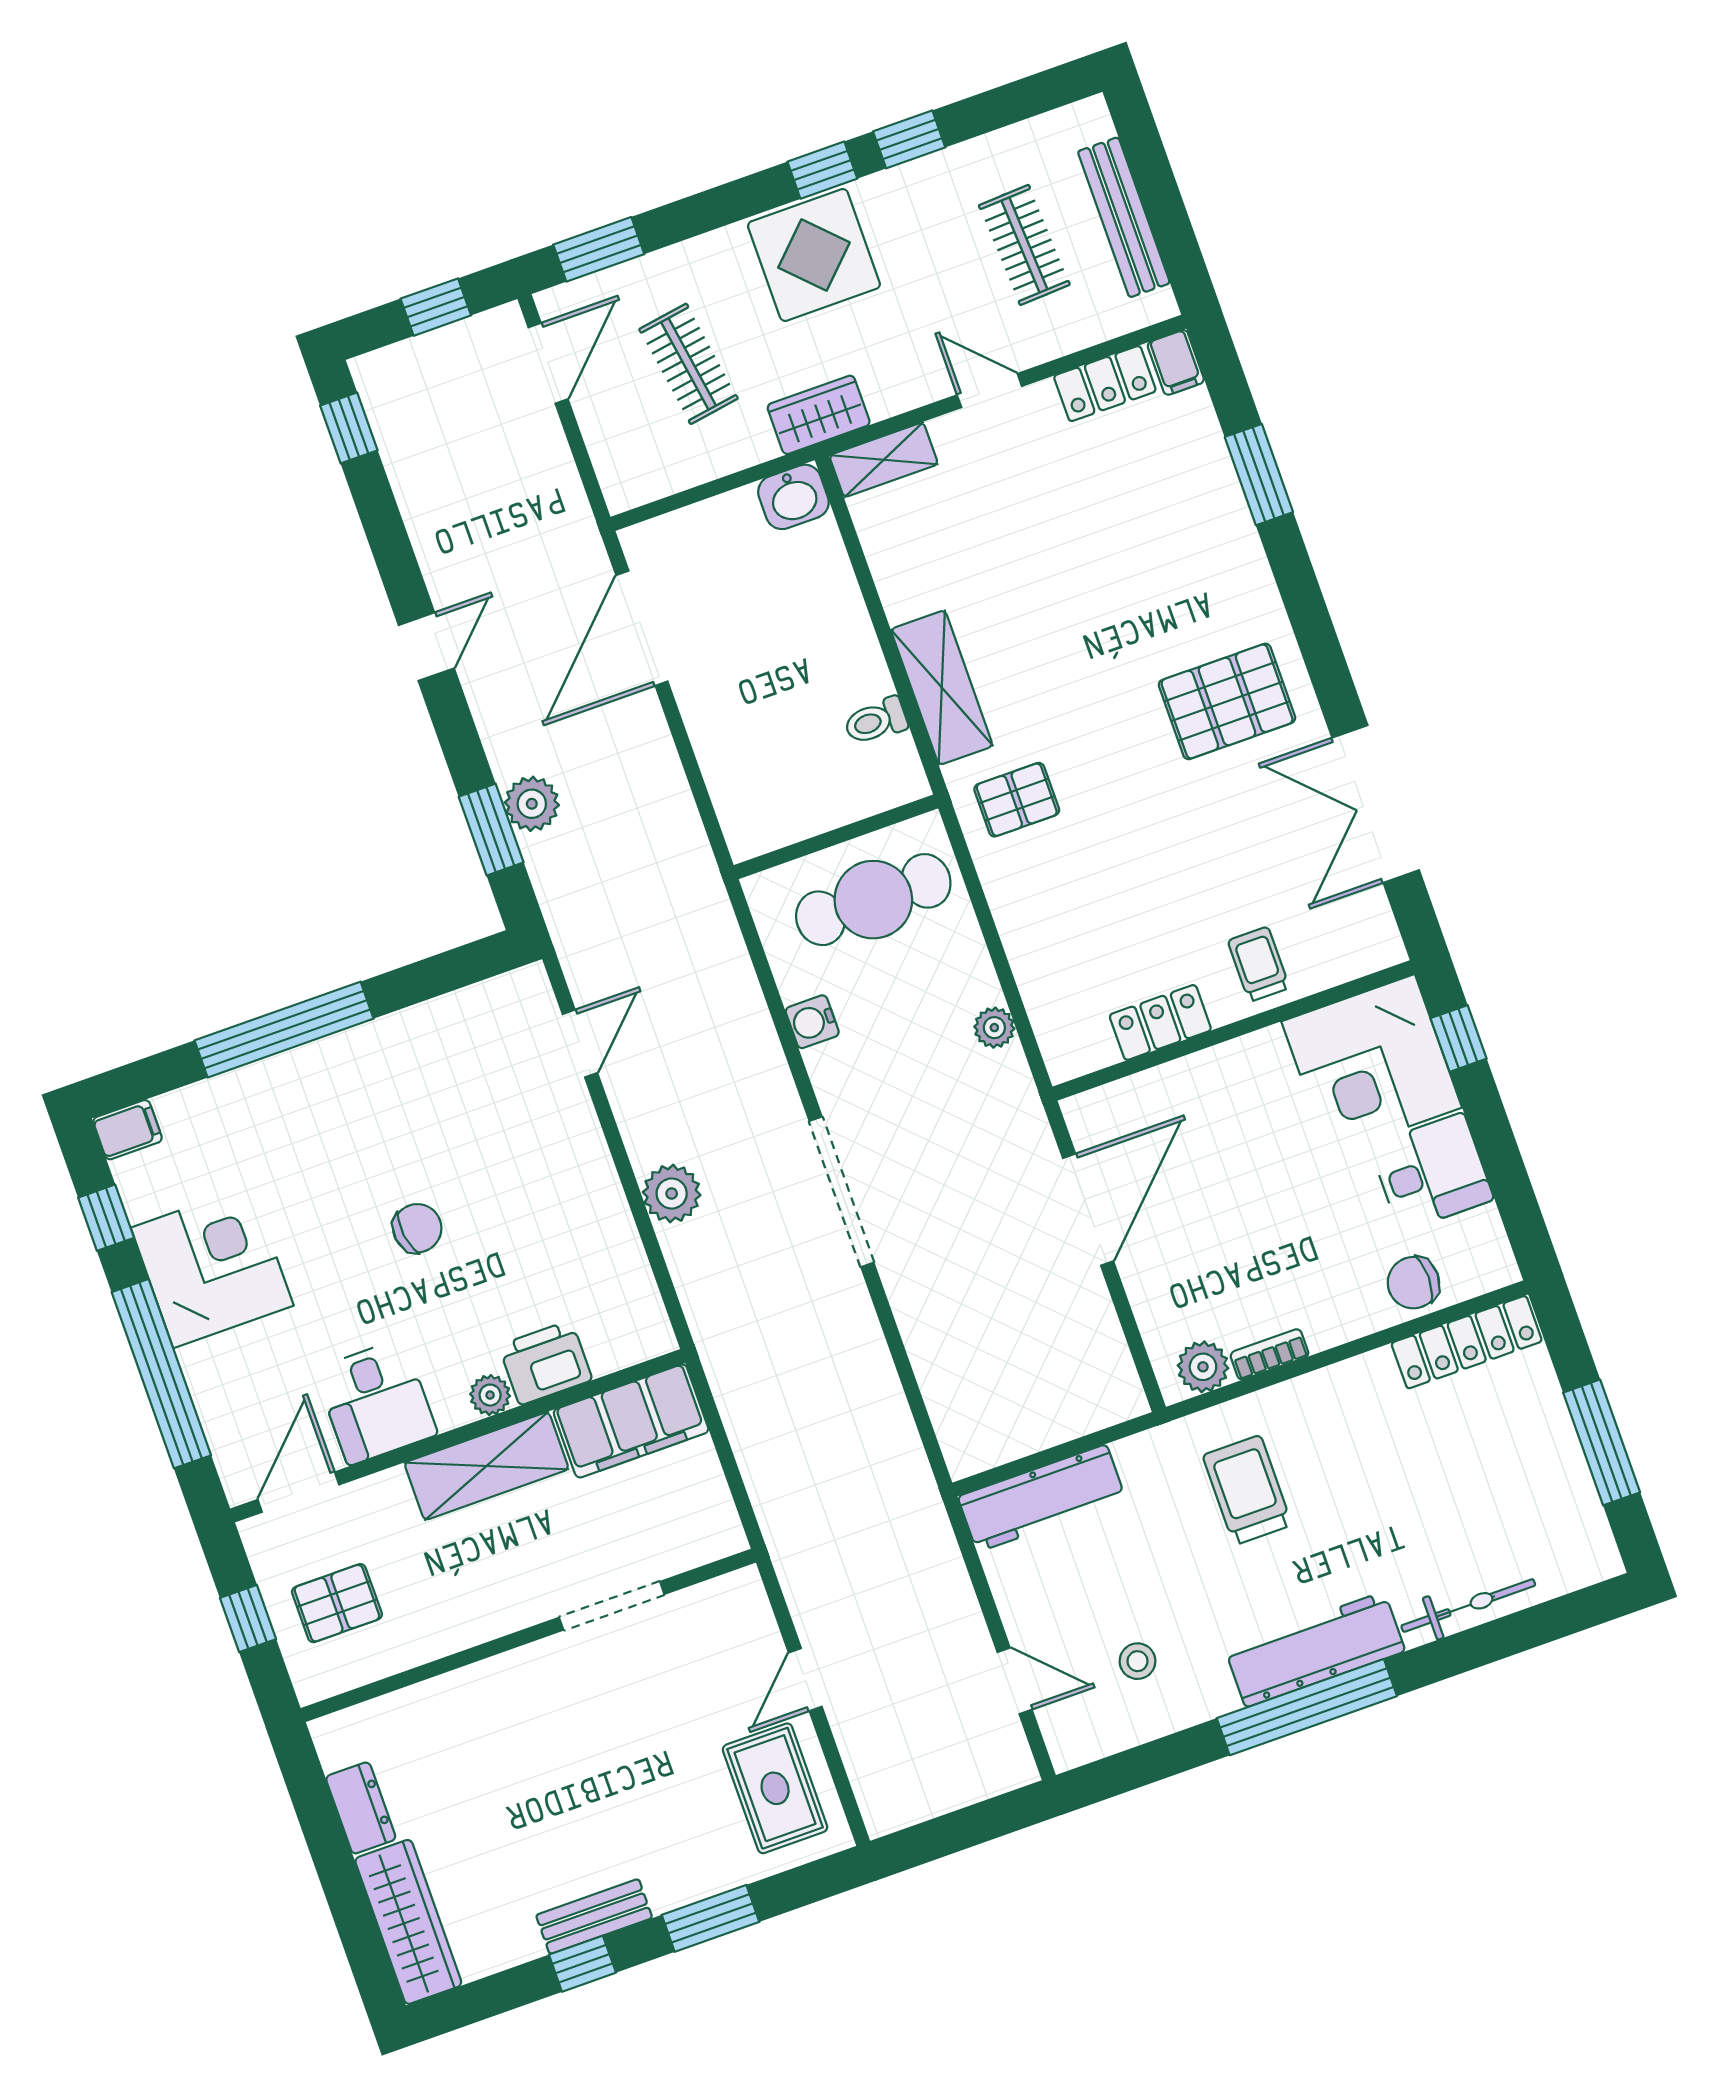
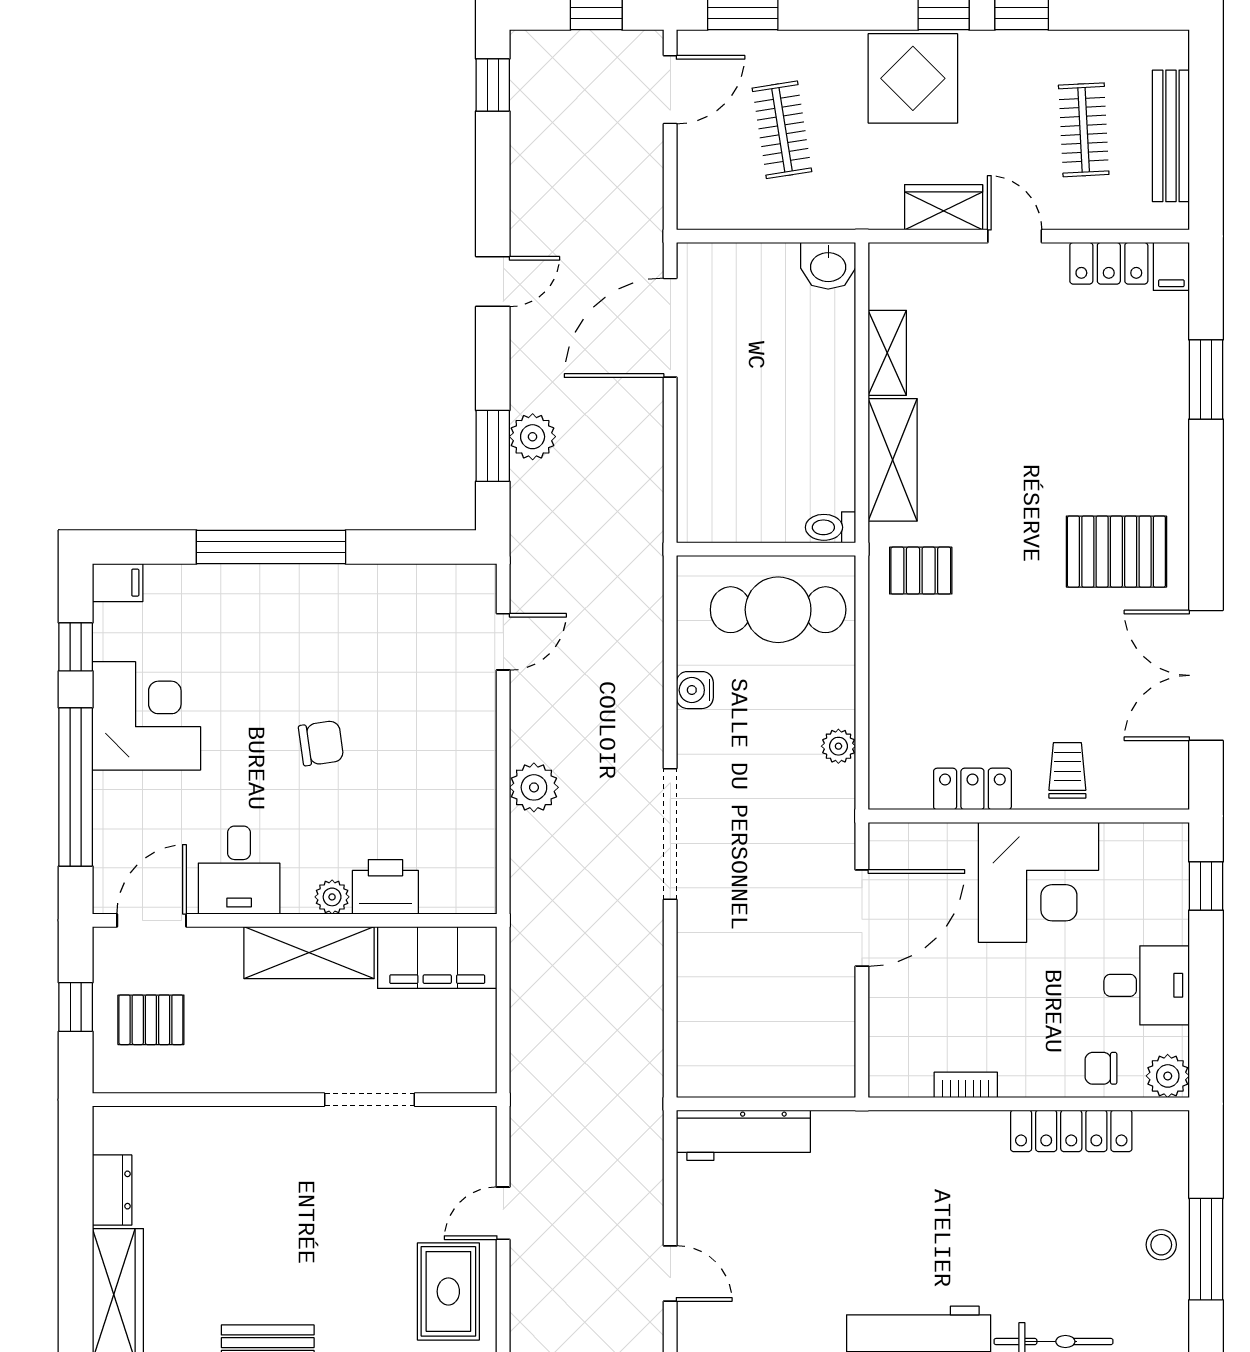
wardrobe: (819, 415) -> (944, 207), moved
shelving: (884, 460) -> (887, 353), moved, turned 90
toilet: (876, 721) -> (830, 527), moved
corner desk: (1372, 1065) -> (1039, 882), moved, turned -90
chair: (1413, 1283) -> (1101, 1068), width x0.73, depth x0.73
locker: (1467, 1342) -> (1071, 1131), moved
plant: (1203, 1367) -> (1168, 1076), moved
trolley: (1247, 1490) -> (910, 1187), removed
stool: (1137, 1661) -> (1161, 1245), moved

